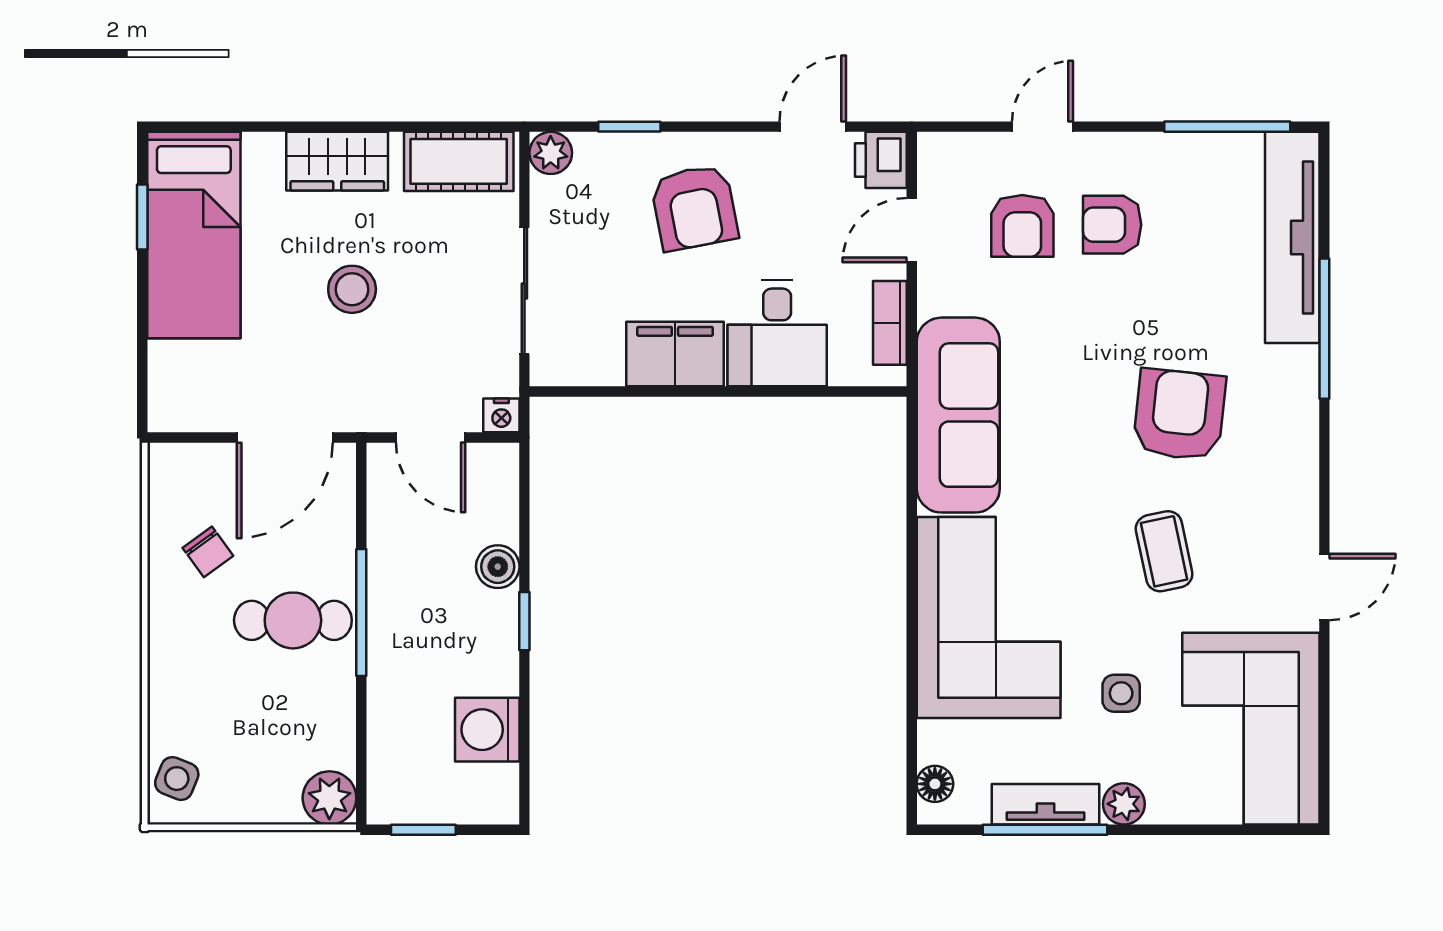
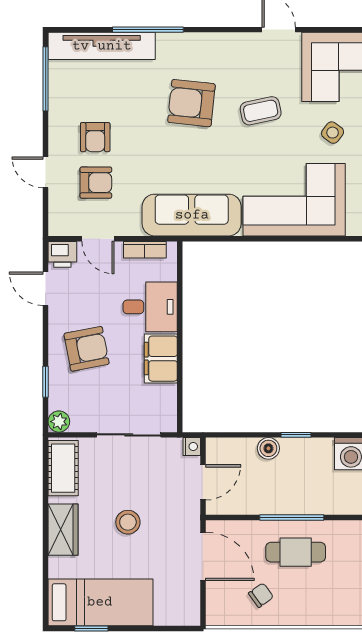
cafe table: (293, 620) -> (296, 552), turned 90
side table: (1121, 693) -> (333, 133), turned 37

